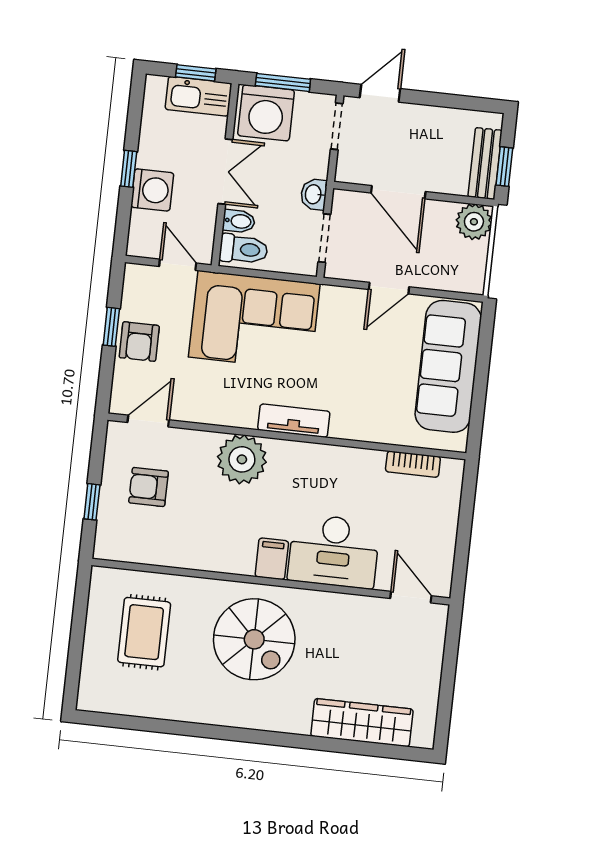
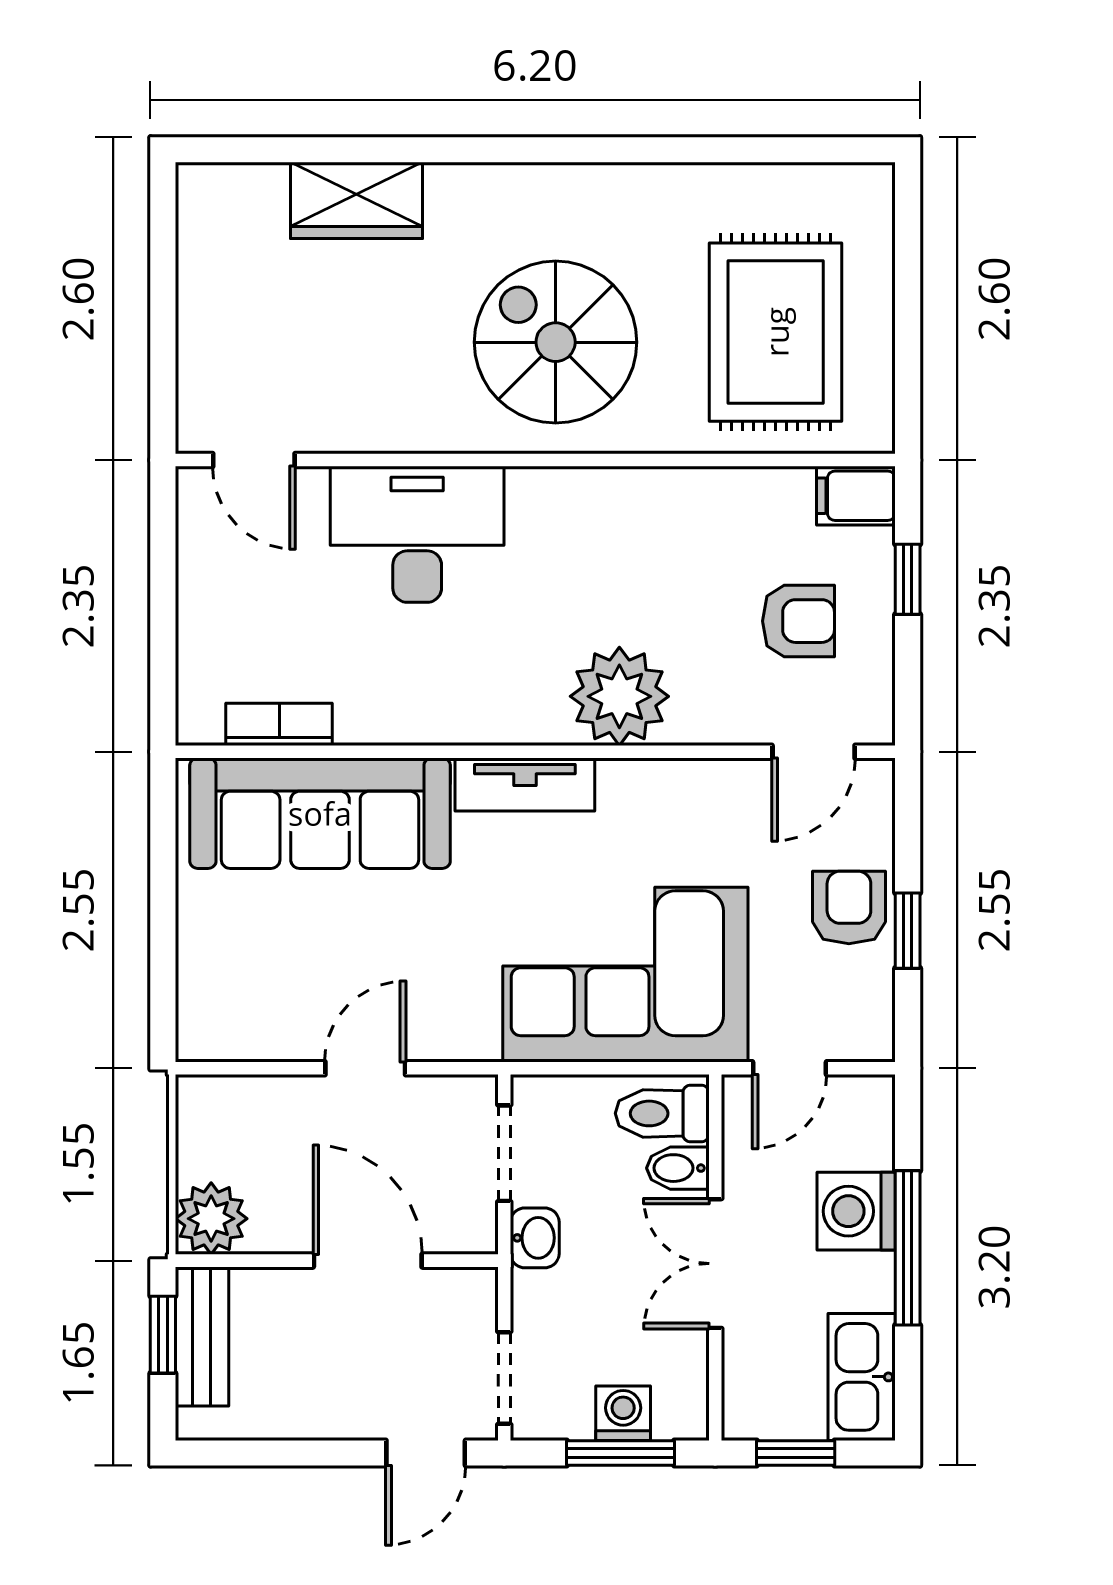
kitchen sink: (198, 96) -> (862, 1377), moved, turned -90
washing machine: (266, 113) -> (623, 1413), width x0.53, depth x0.53
window: (129, 169) -> (908, 1248), width x2.17
door: (178, 265) -> (789, 1068), hinge flipped
sofa: (448, 366) -> (320, 813), moved, turned 90
filing cabinet: (272, 559) -> (856, 496), moved, turned 90
rug: (144, 632) -> (776, 332), width x1.36, depth x1.43
wardrobe: (362, 723) -> (357, 200), width x0.67

